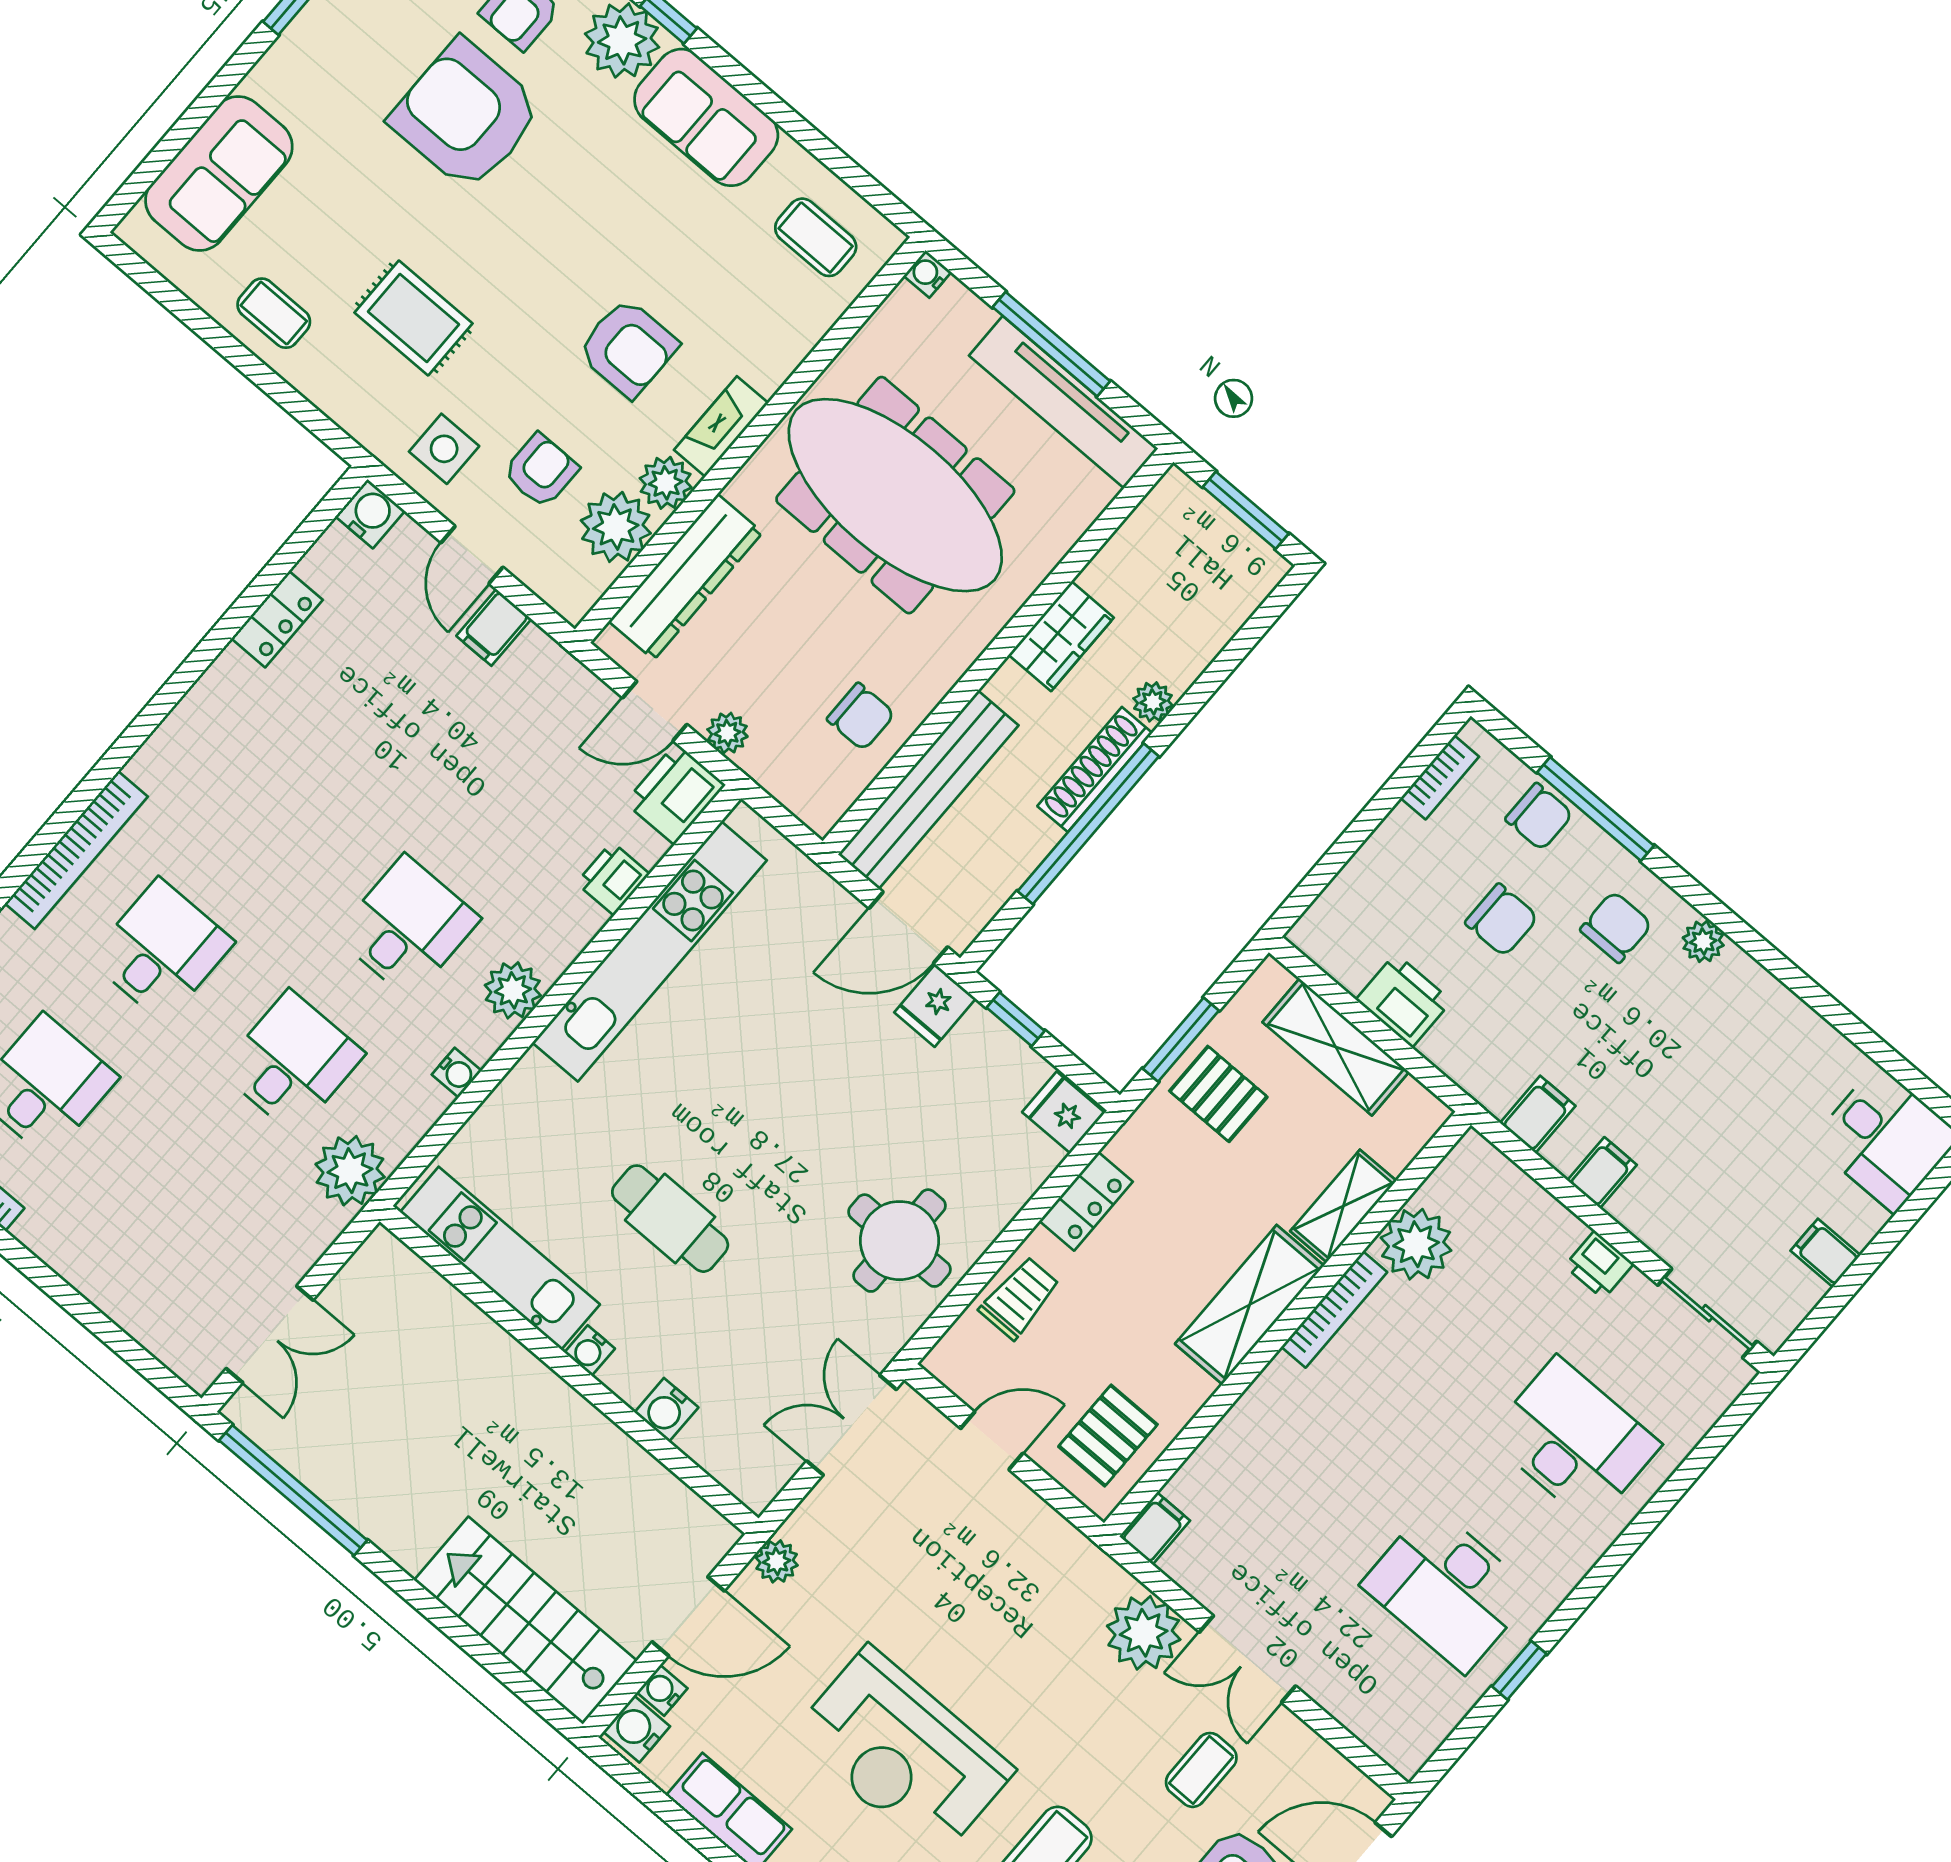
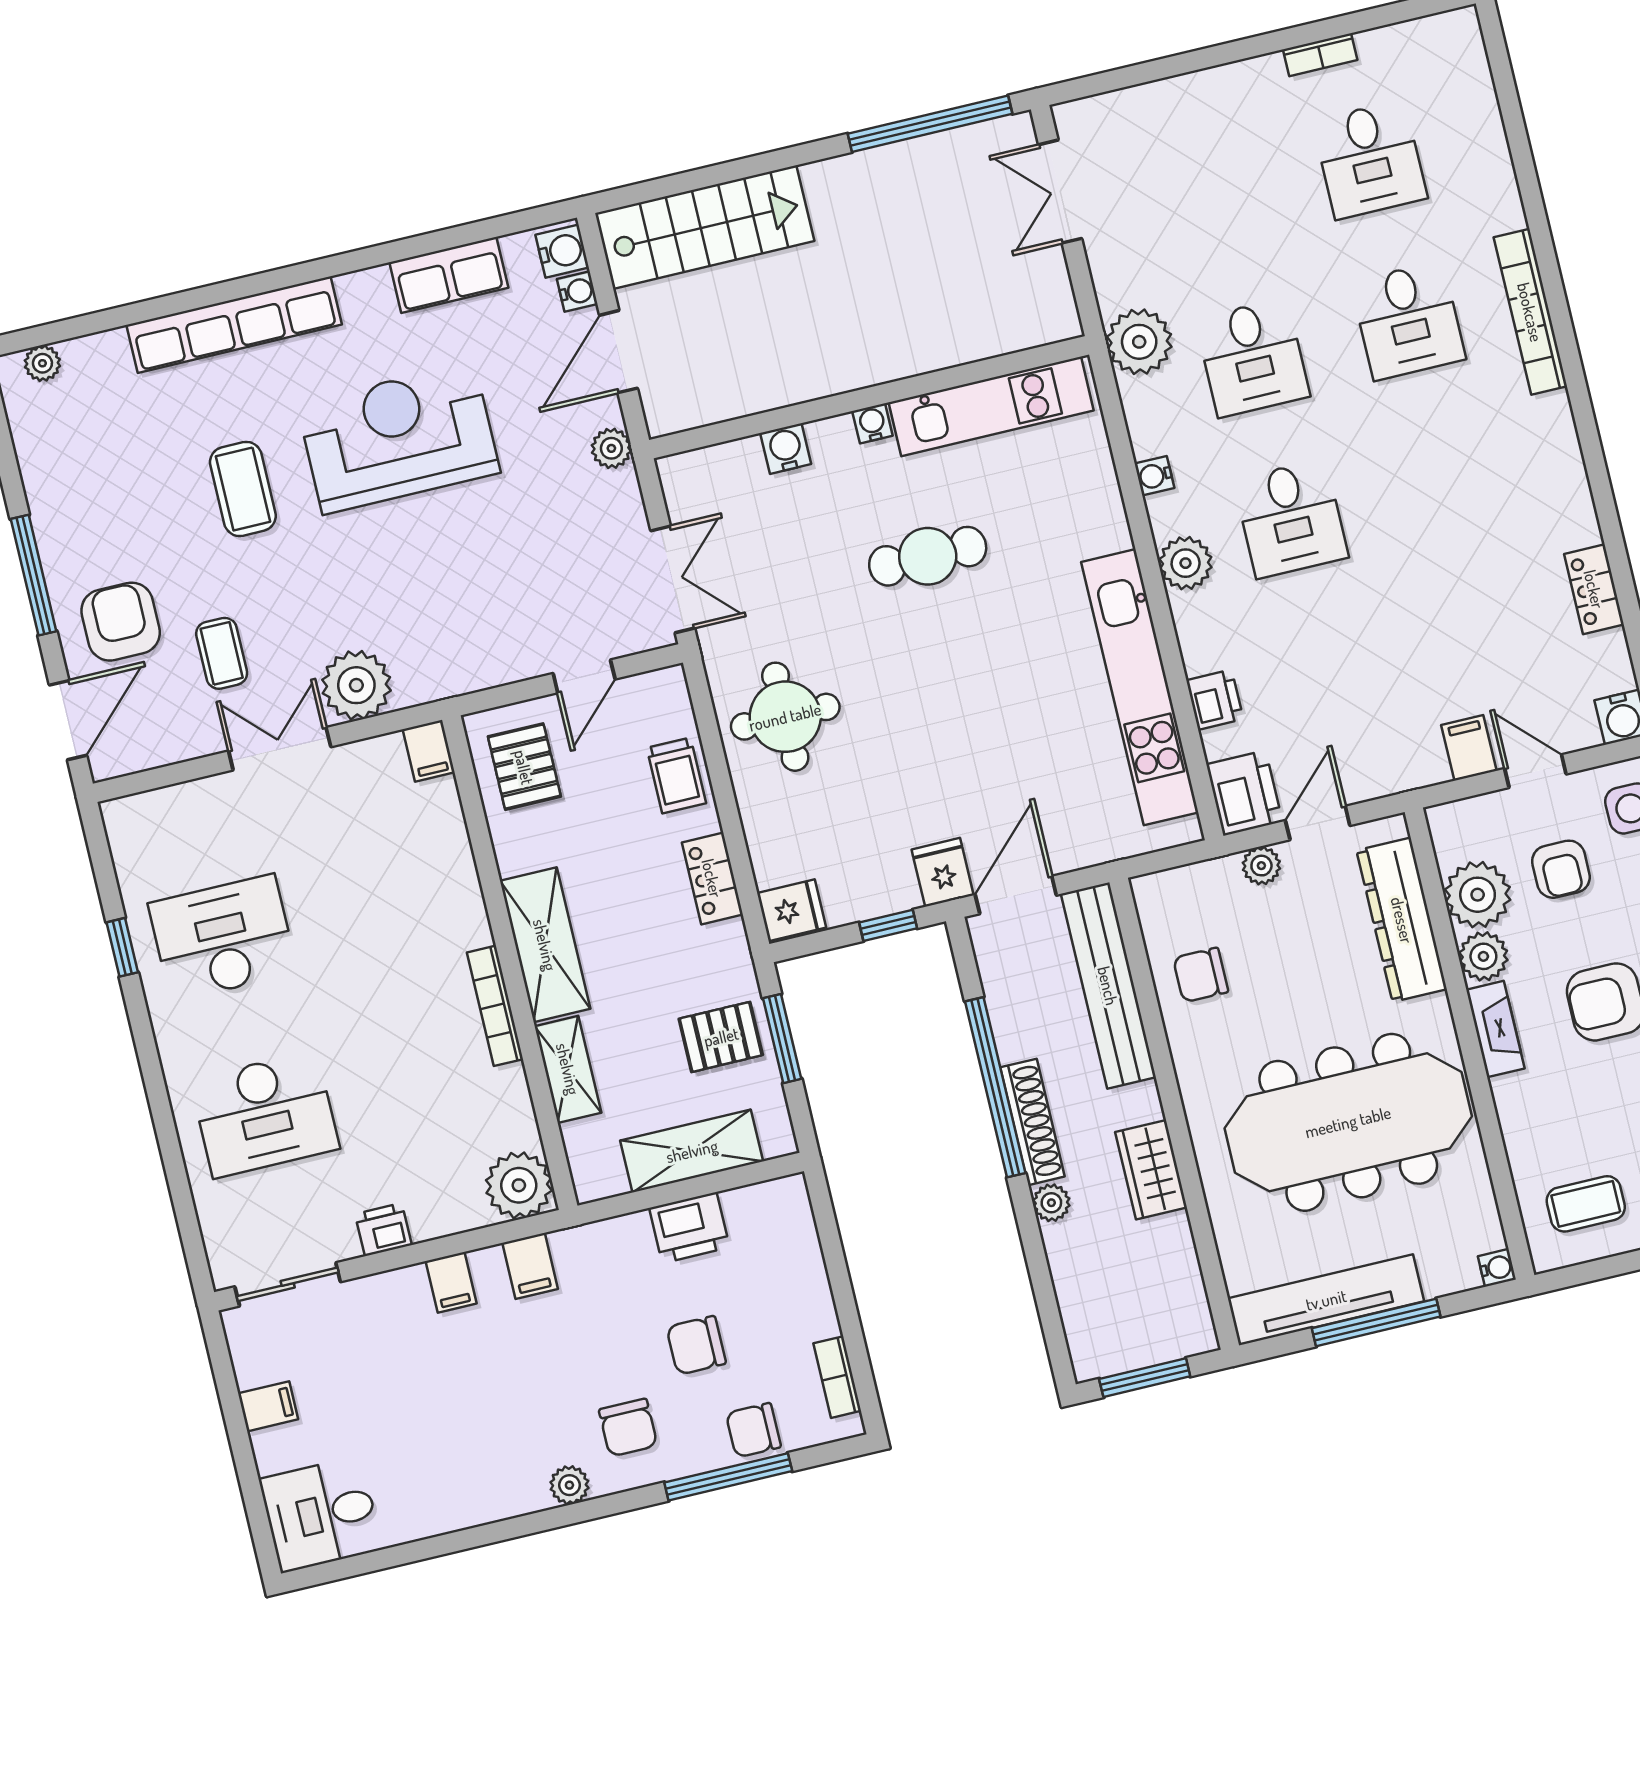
plant: (1416, 1244) -> (519, 1185), moved

